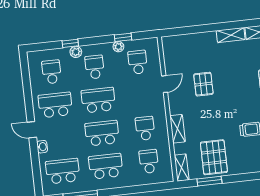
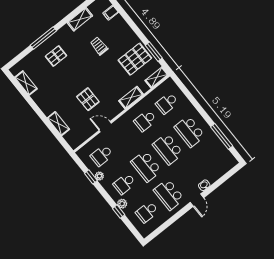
shelving: (231, 35) -> (58, 124), moved
pallet: (203, 84) -> (88, 99), turned 90
school desk: (63, 171) -> (212, 160), removed

